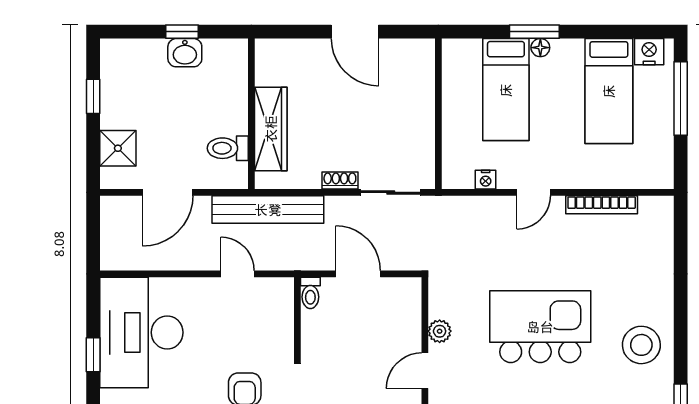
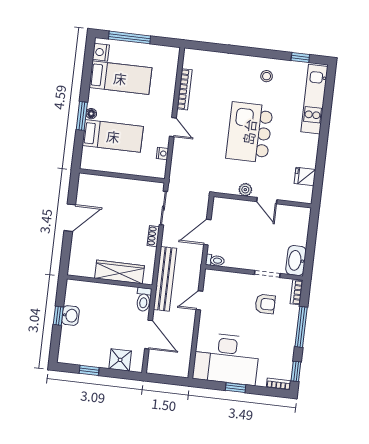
toilet: (228, 148) -> (144, 300), moved
stool: (641, 345) -> (267, 76), width x0.53, depth x0.53

